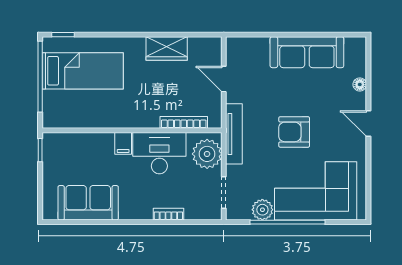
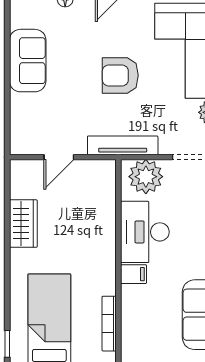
sofa: (307, 52) -> (28, 61), width x0.73
bookcase: (184, 122) -> (109, 324), moved
armchair: (294, 132) -> (120, 75), turned 90

